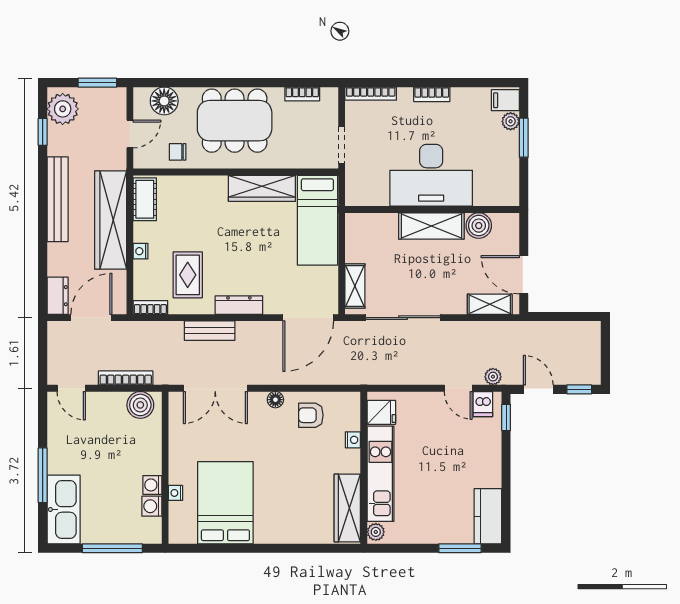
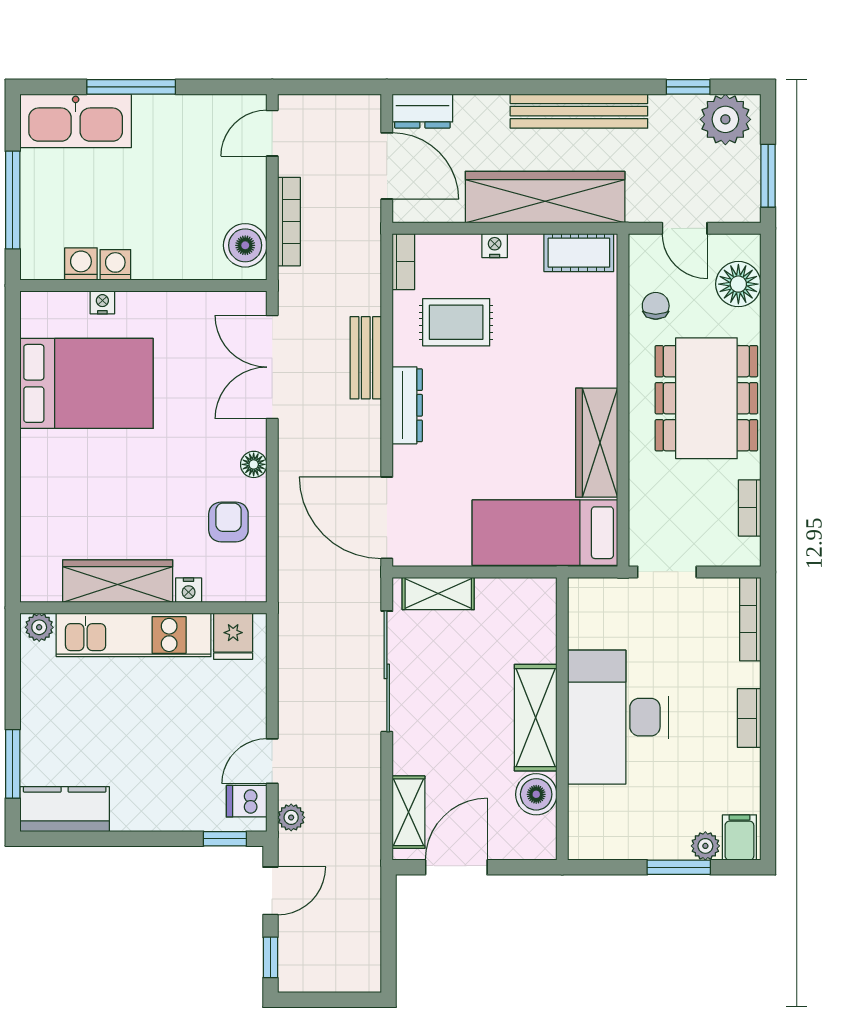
wardrobe: (347, 508) -> (118, 581), moved

